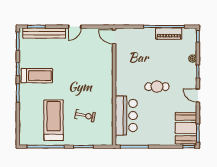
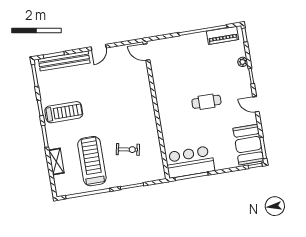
piano: (169, 34) -> (223, 35), moved
bar counter: (126, 115) -> (190, 162), moved, turned -90
shelving: (24, 116) -> (56, 161), added

